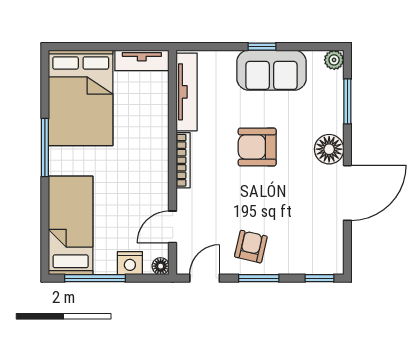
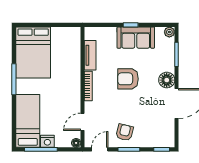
tv unit: (142, 60) -> (66, 32), removed
tv unit: (187, 92) -> (90, 55), width x0.71
nightstand: (130, 263) -> (47, 141), moved

